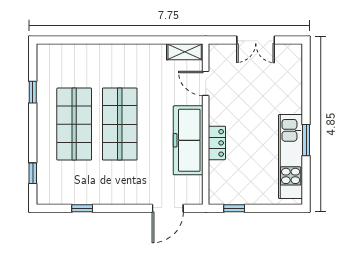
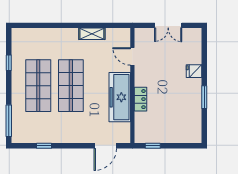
shelving: (185, 52) -> (92, 34), moved
fridge: (292, 104) -> (194, 71), added
kitchen unit: (291, 157) -> (193, 109), removed
window: (33, 173) -> (9, 121), width x2.17

